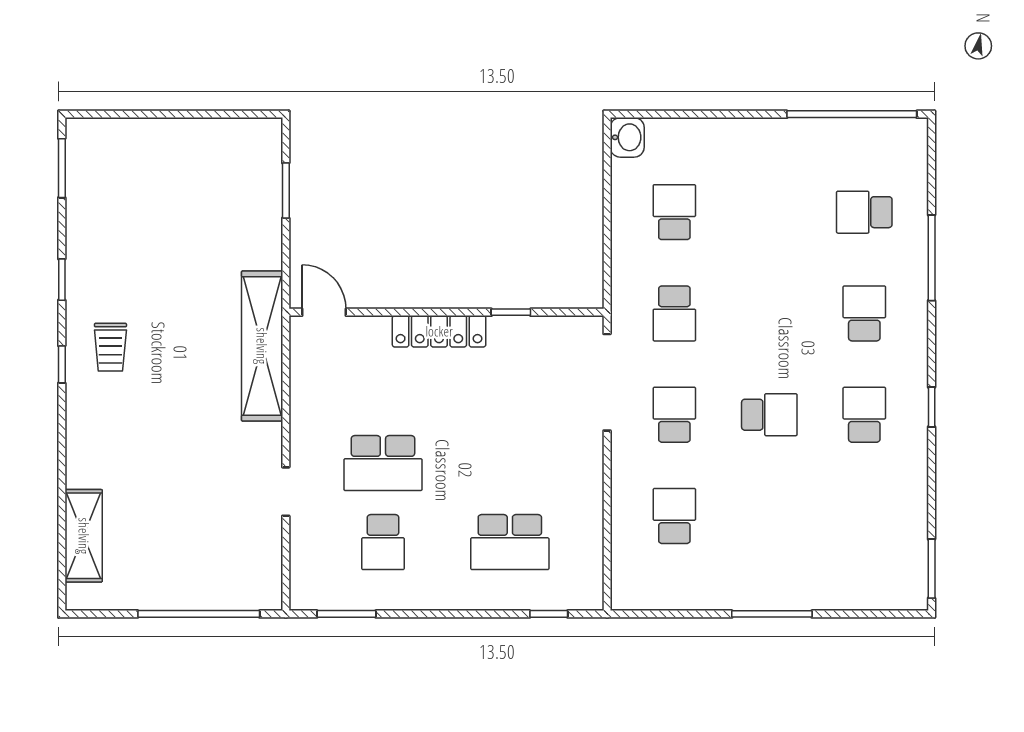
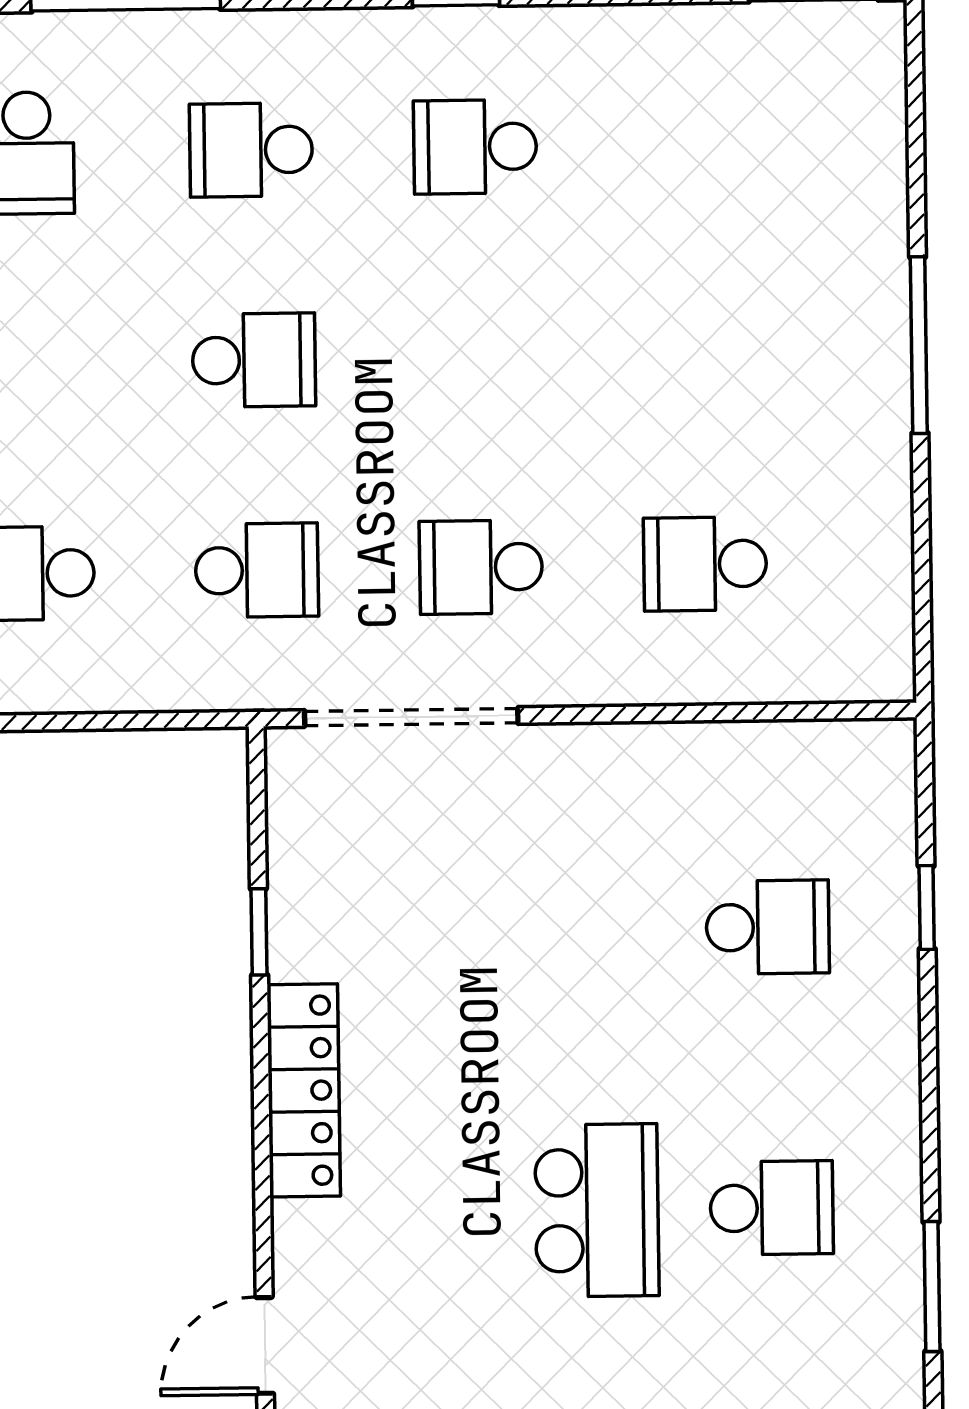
school desk: (769, 415) -> (254, 360), moved, turned 90
school desk: (510, 542) -> (768, 927), width x0.54
window: (549, 614) -> (927, 908), moved

